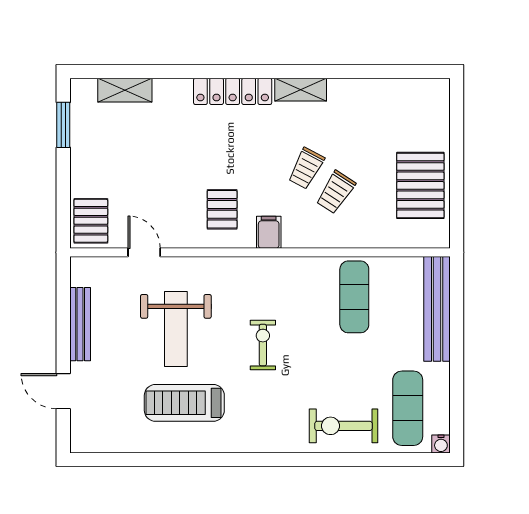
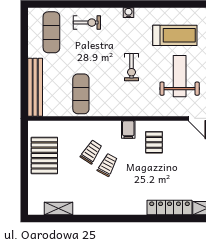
shelving: (301, 90) -> (59, 208), moved
locker: (233, 91) -> (170, 207), moved
exercise bike: (344, 426) -> (87, 23), width x0.73, depth x0.72
water cooler: (441, 444) -> (128, 13), moved

